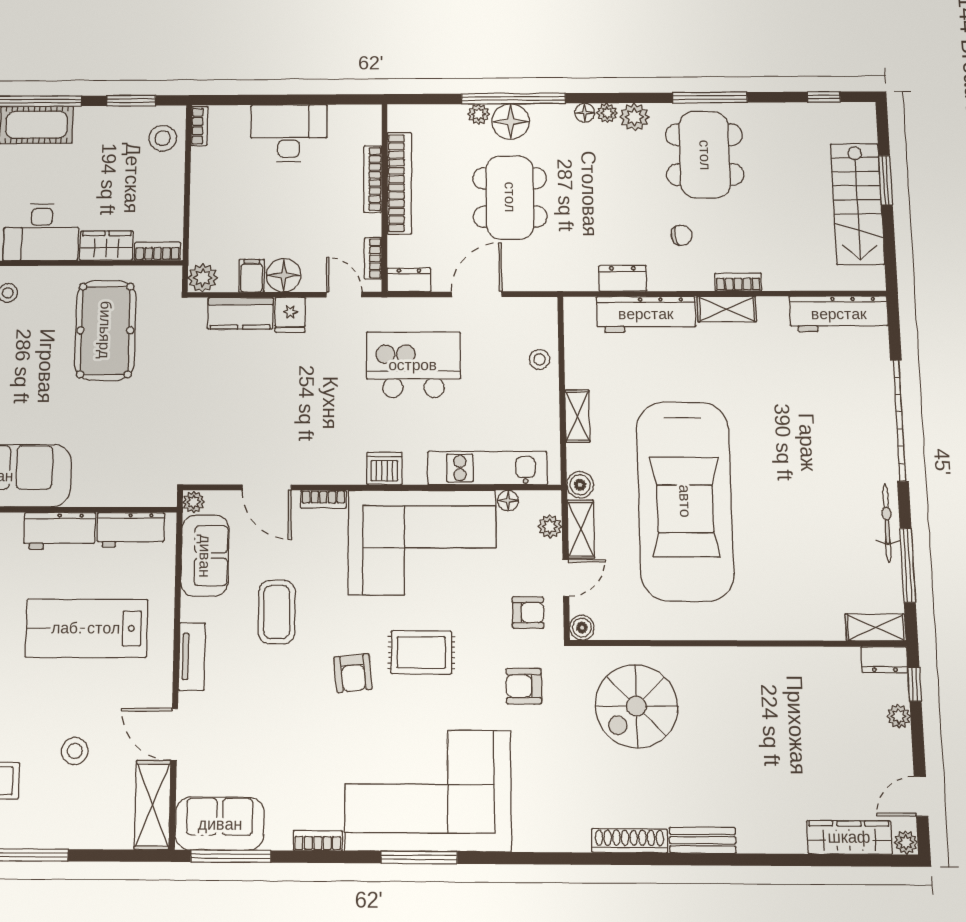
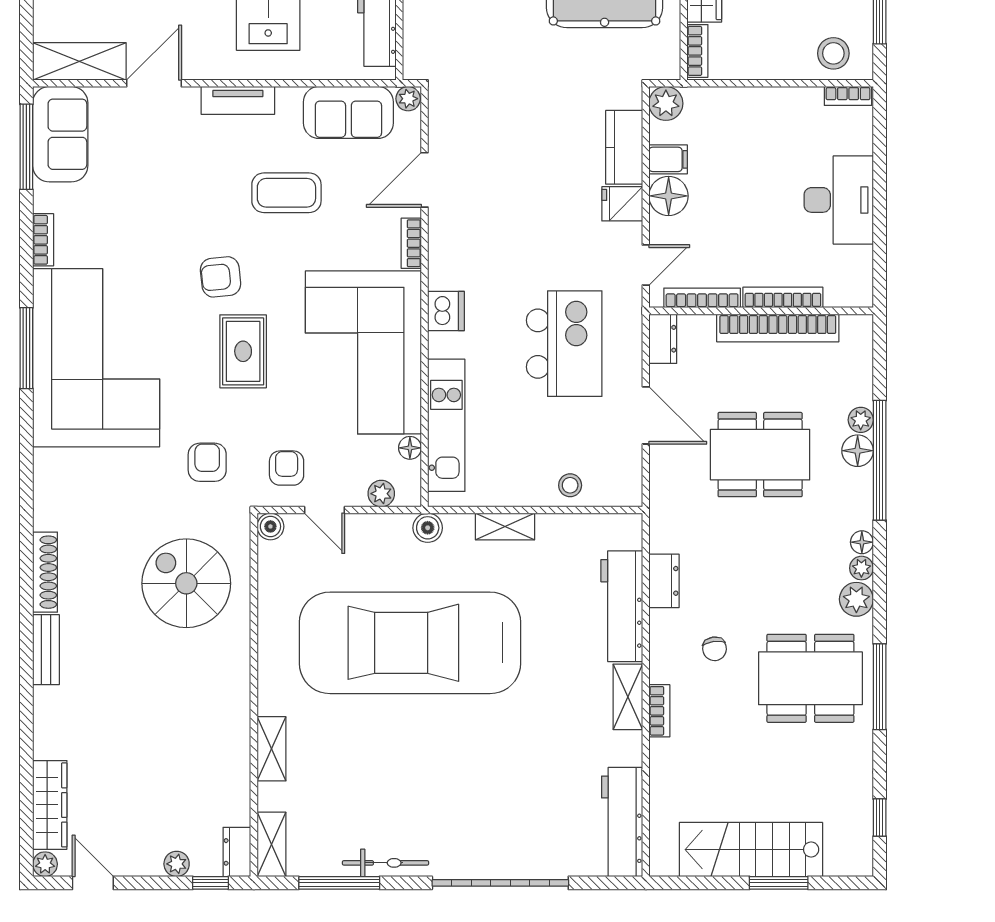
floor lamp: (511, 122) -> (858, 451), width x0.73, depth x0.73
bookcase: (373, 258) -> (702, 298), width x1.56
shelving: (581, 529) -> (272, 749), moved, turned 90
armchair: (528, 613) -> (287, 468), turned 180

